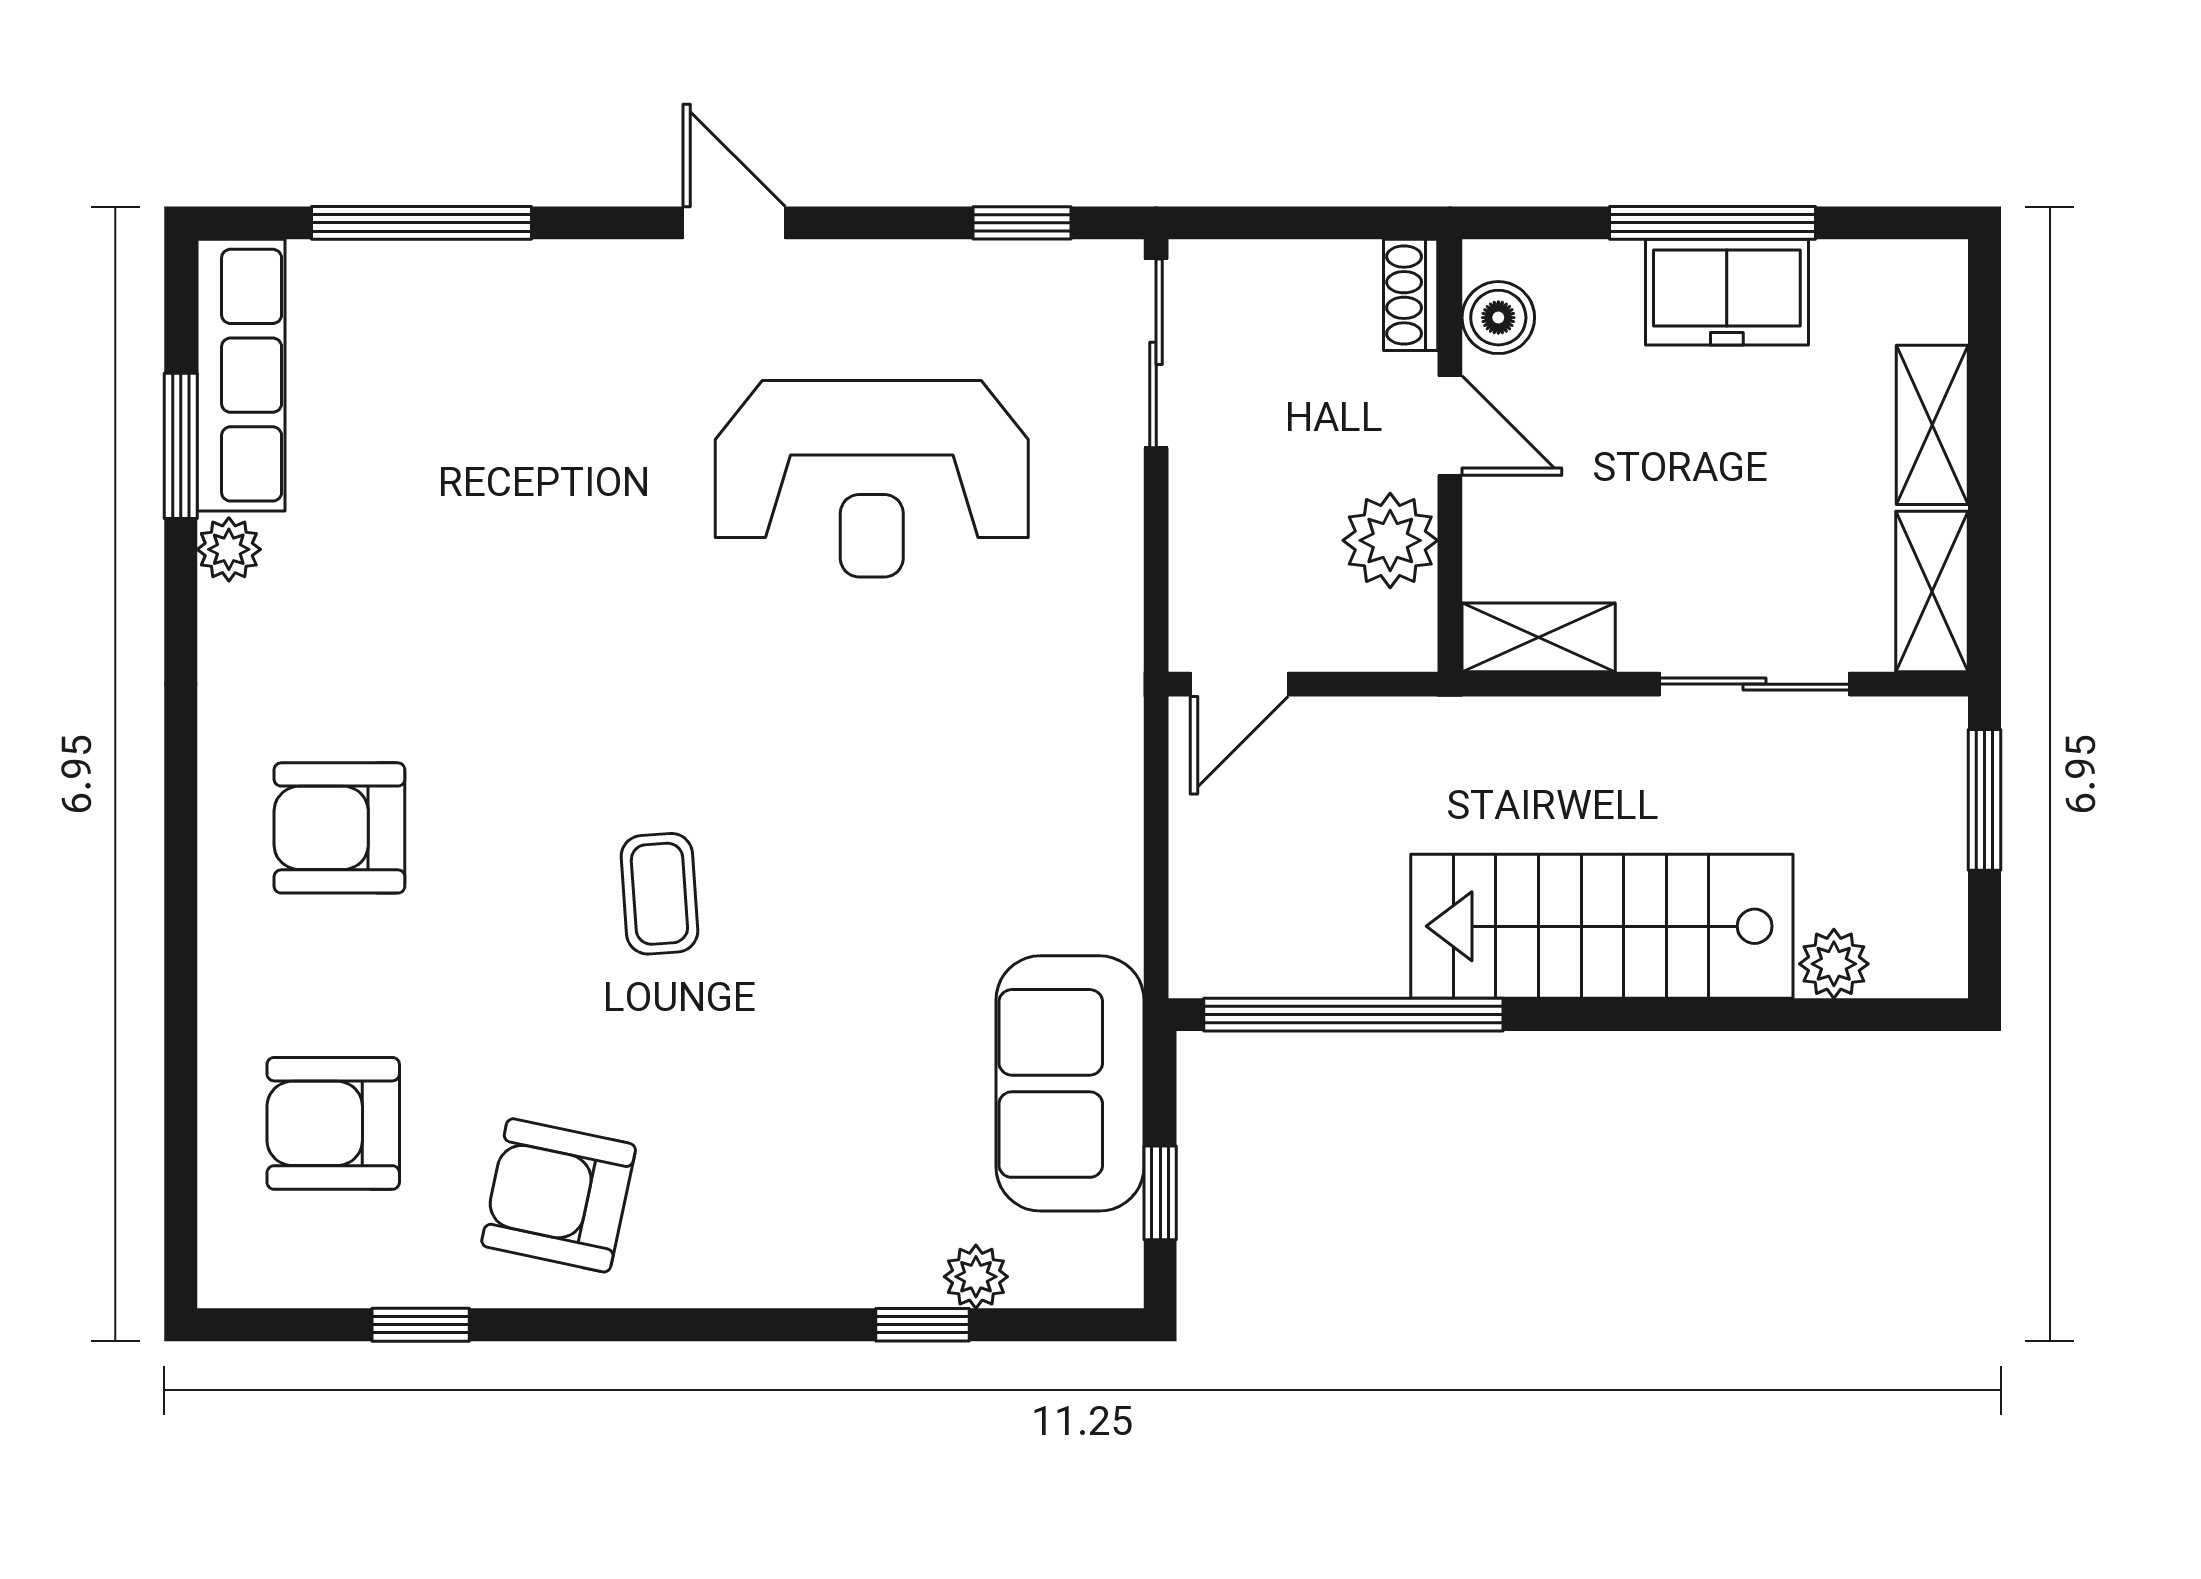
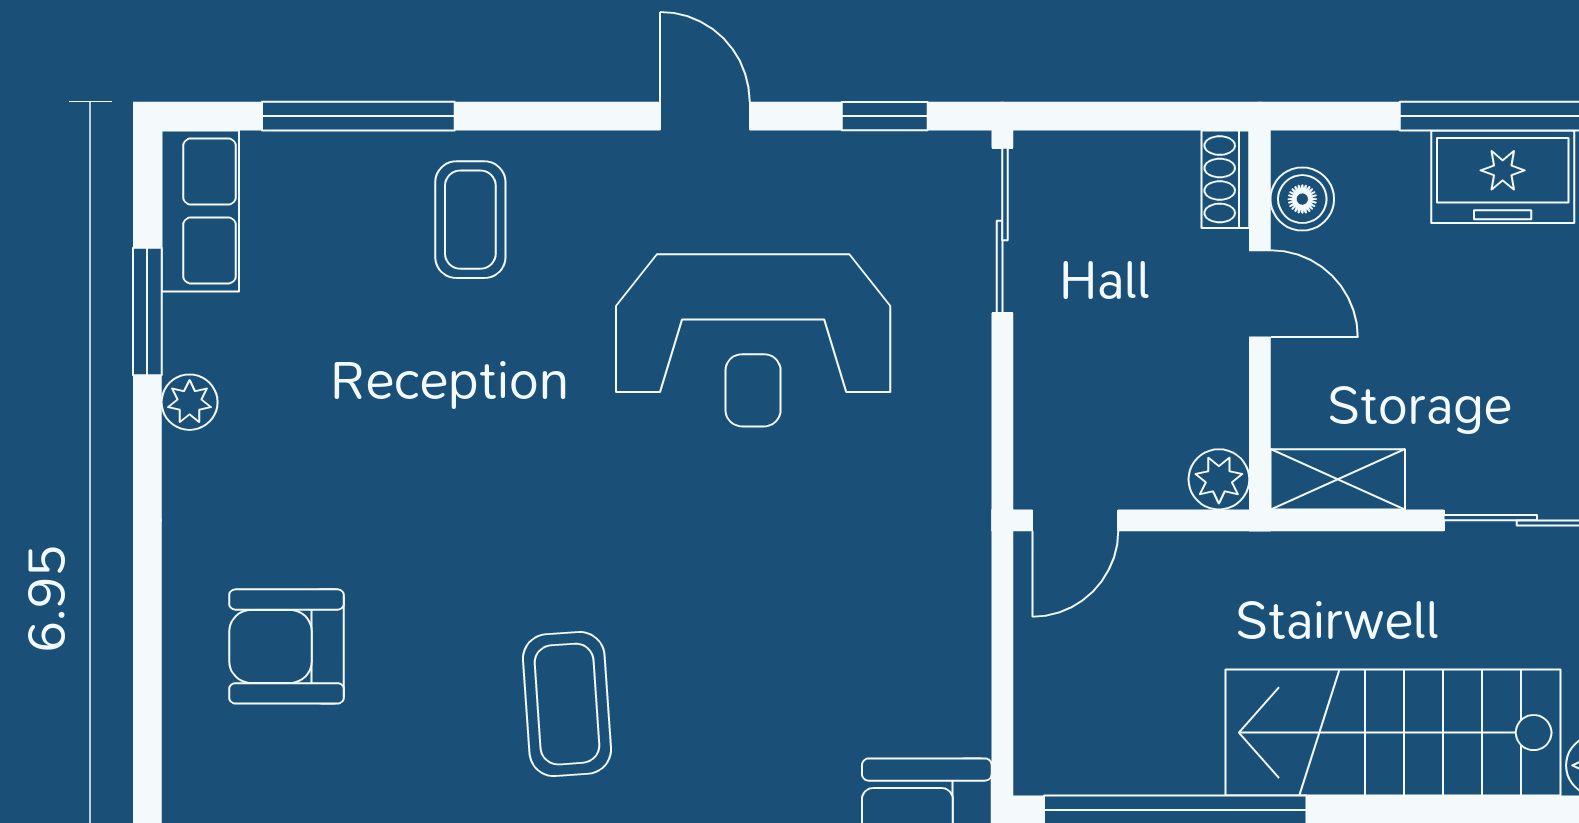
door: (734, 223) -> (705, 116), moved
coffee table: (549, 341) -> (470, 220), added
row of seats: (241, 375) -> (200, 211), width x0.68
plant: (1390, 540) -> (1219, 479), moved, width x0.73, depth x0.73
coffee table: (659, 894) -> (567, 704), width x1.36, depth x1.30

